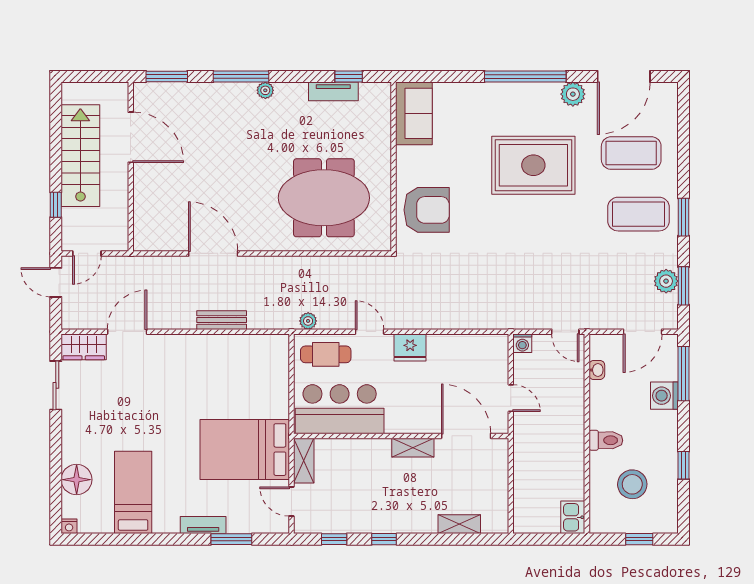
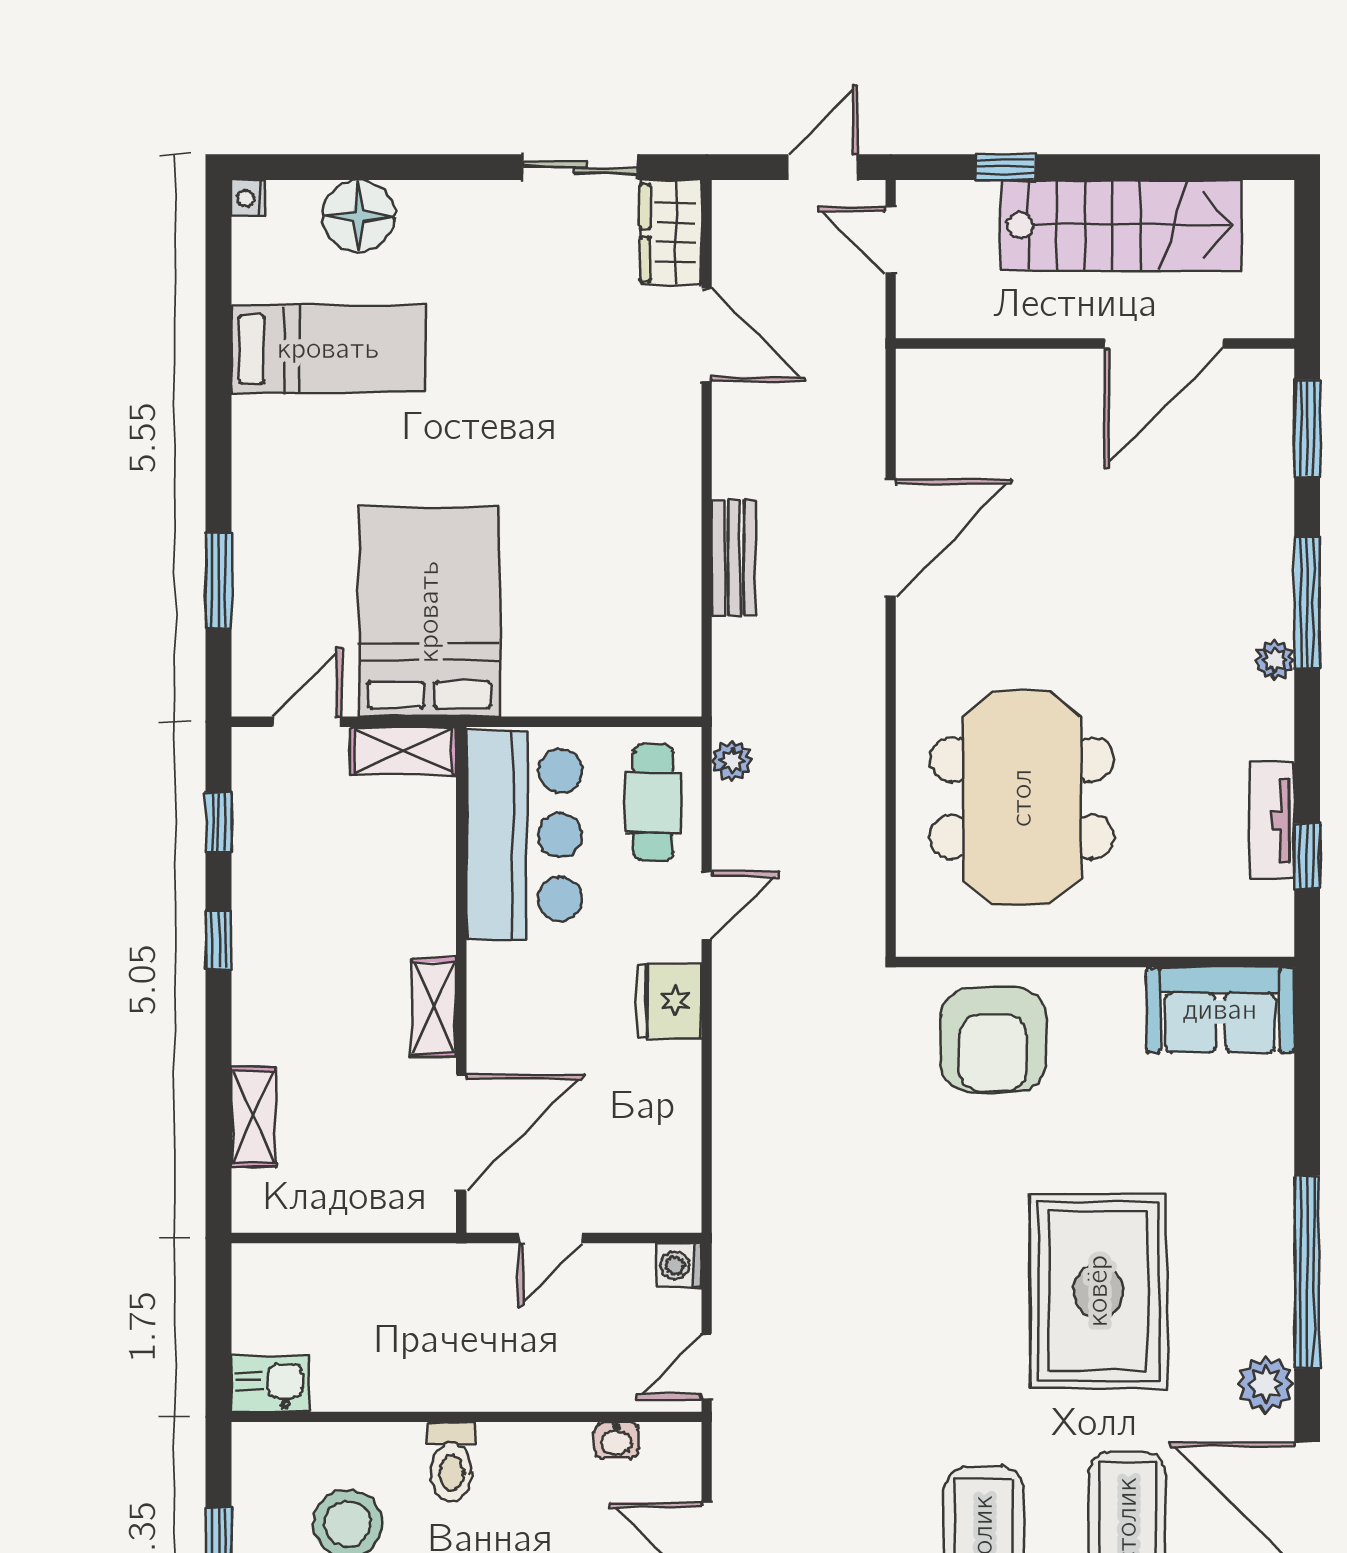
tv unit: (203, 525) -> (252, 514), removed

